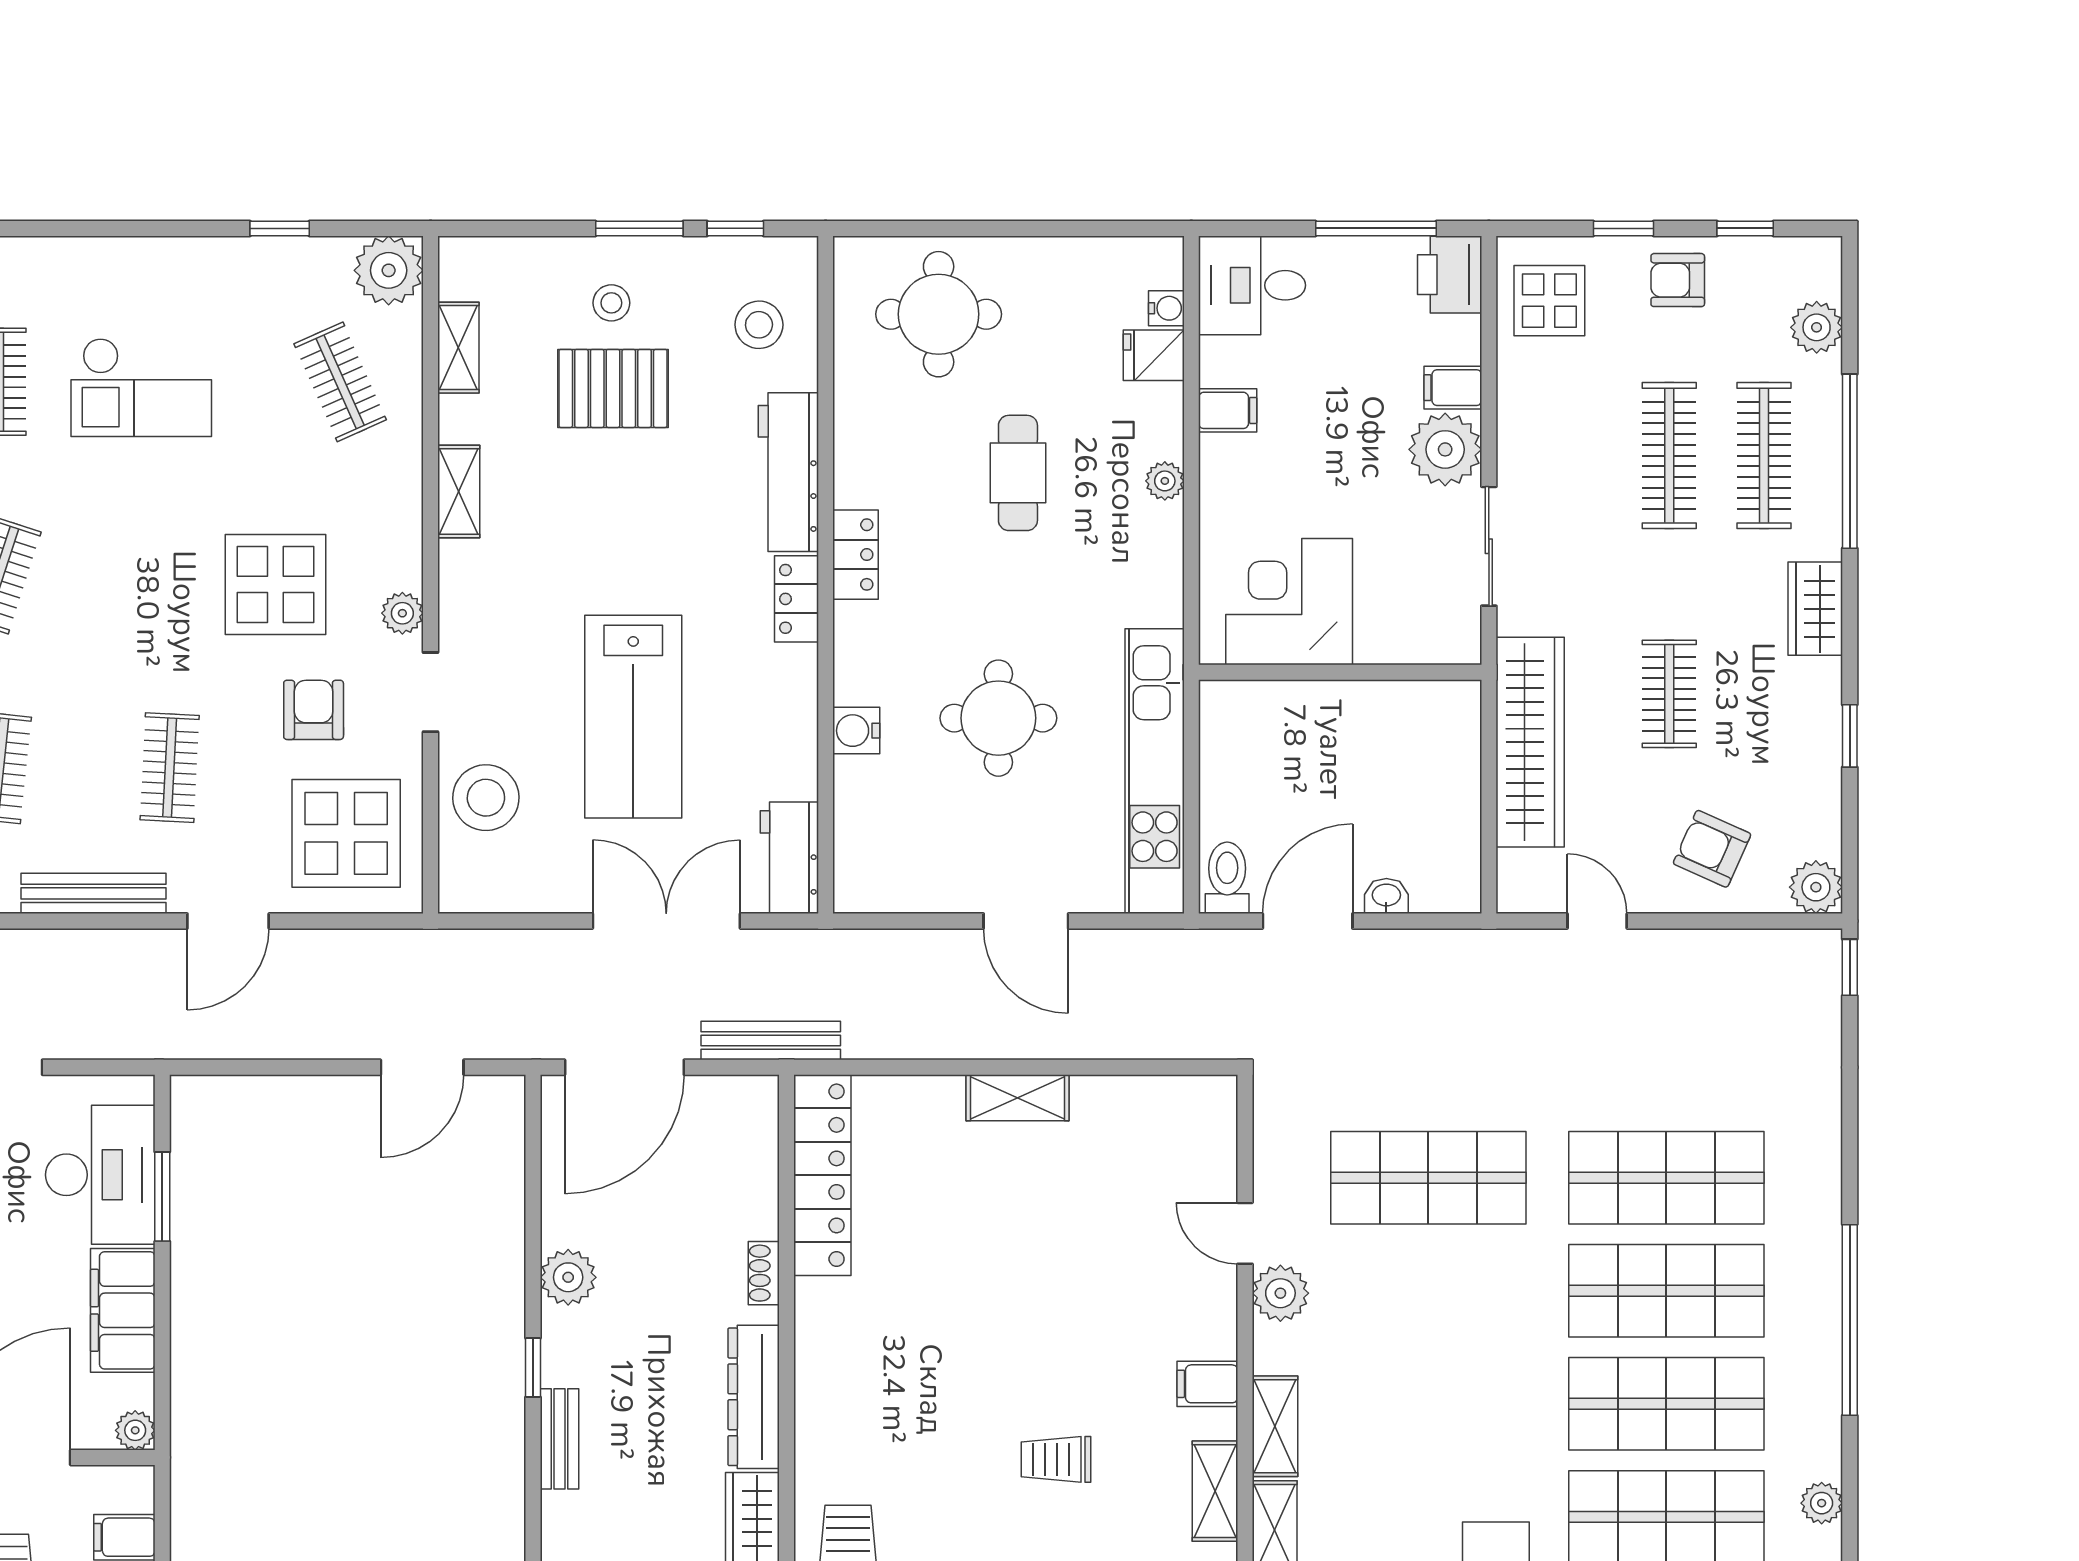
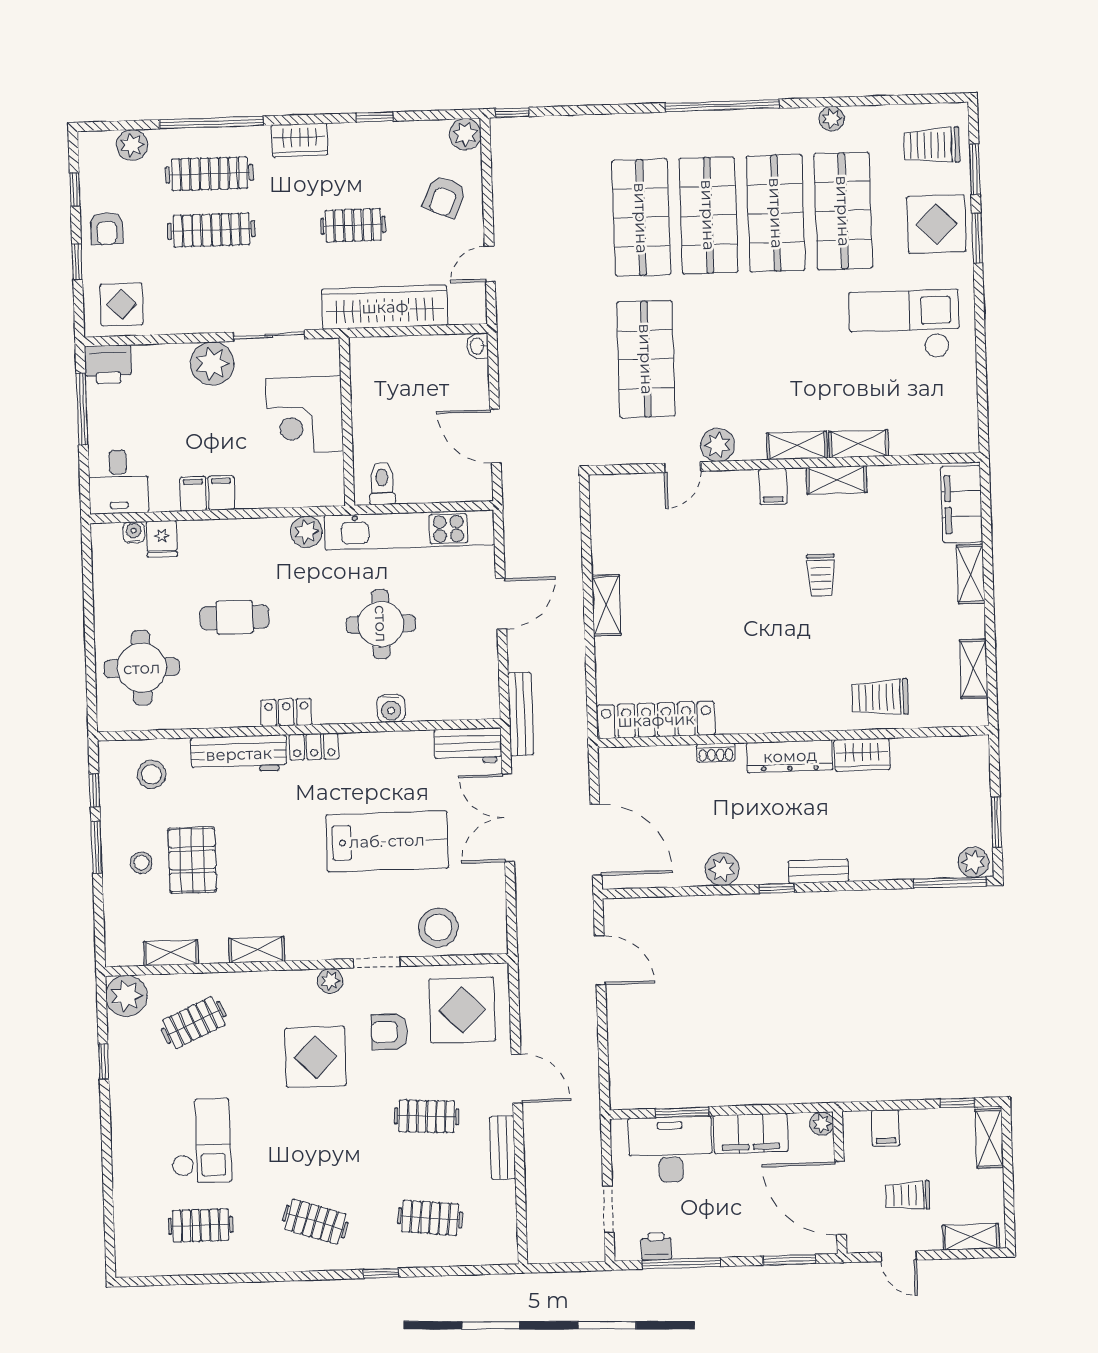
filing cabinet: (1453, 388) -> (221, 493), moved, turned 180
plant: (1165, 481) -> (306, 532), moved, width x1.38, depth x1.38
corner desk: (1289, 602) -> (305, 415), moved
toilet: (1227, 878) -> (382, 483), moved, turned 90
bench: (93, 893) -> (503, 1148), width x0.73
washbasin: (1386, 896) -> (478, 346), moved
bench: (771, 1041) -> (521, 714), moved

